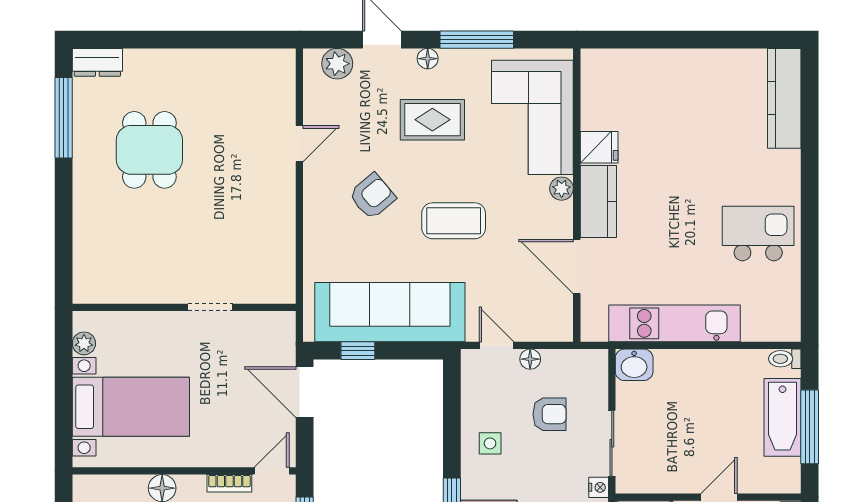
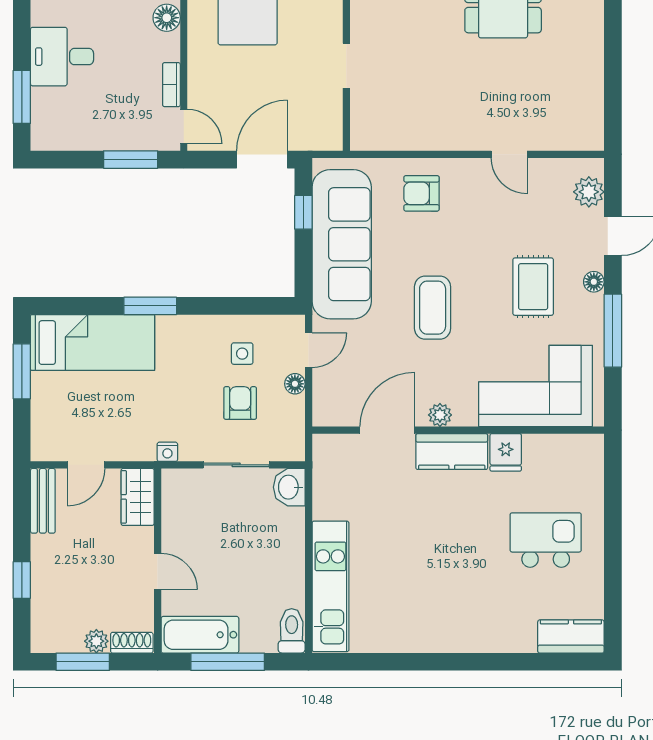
kitchen counter: (784, 98) -> (571, 636), width x0.67
plant: (562, 189) -> (440, 415), moved
armchair: (372, 196) -> (421, 193), moved, turned 130
kitchen island: (758, 234) -> (546, 540), moved, turned -90
kitchen unit: (674, 323) -> (330, 586), moved
toilet: (785, 359) -> (292, 631), width x1.37, depth x1.39
armchair: (550, 414) -> (240, 403), turned 180
bathtub: (782, 417) -> (200, 635), moved
side table: (490, 443) -> (242, 354), moved
sliding door: (612, 443) -> (236, 465), moved

